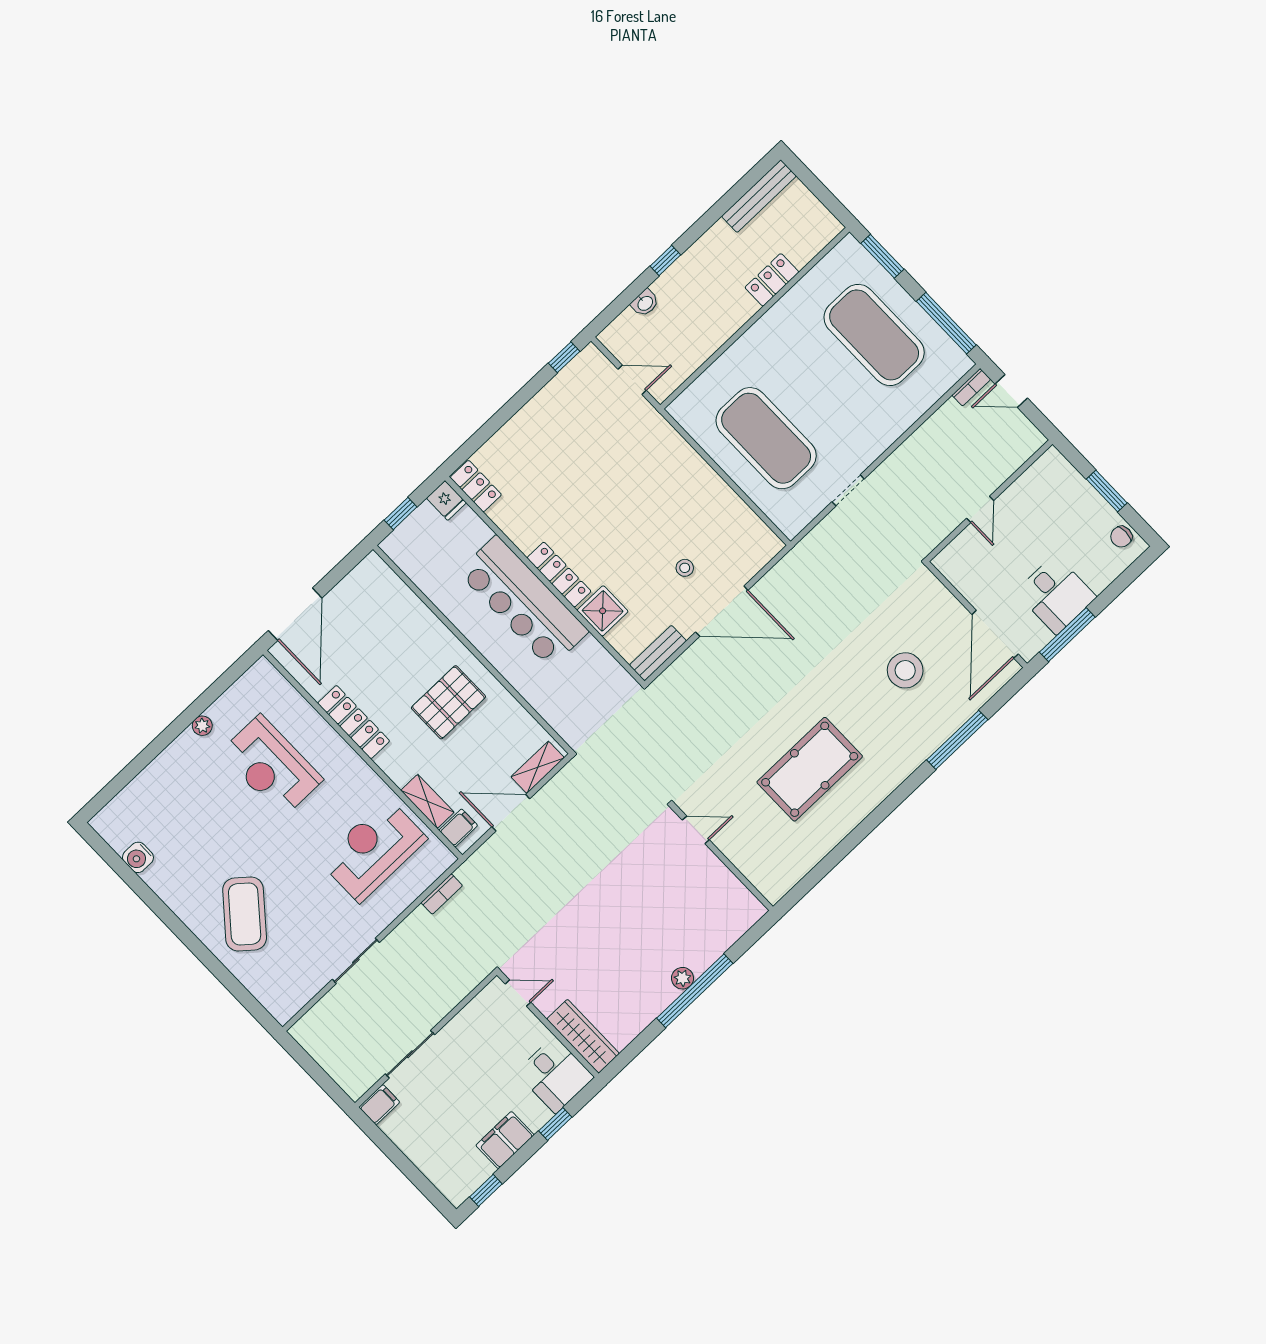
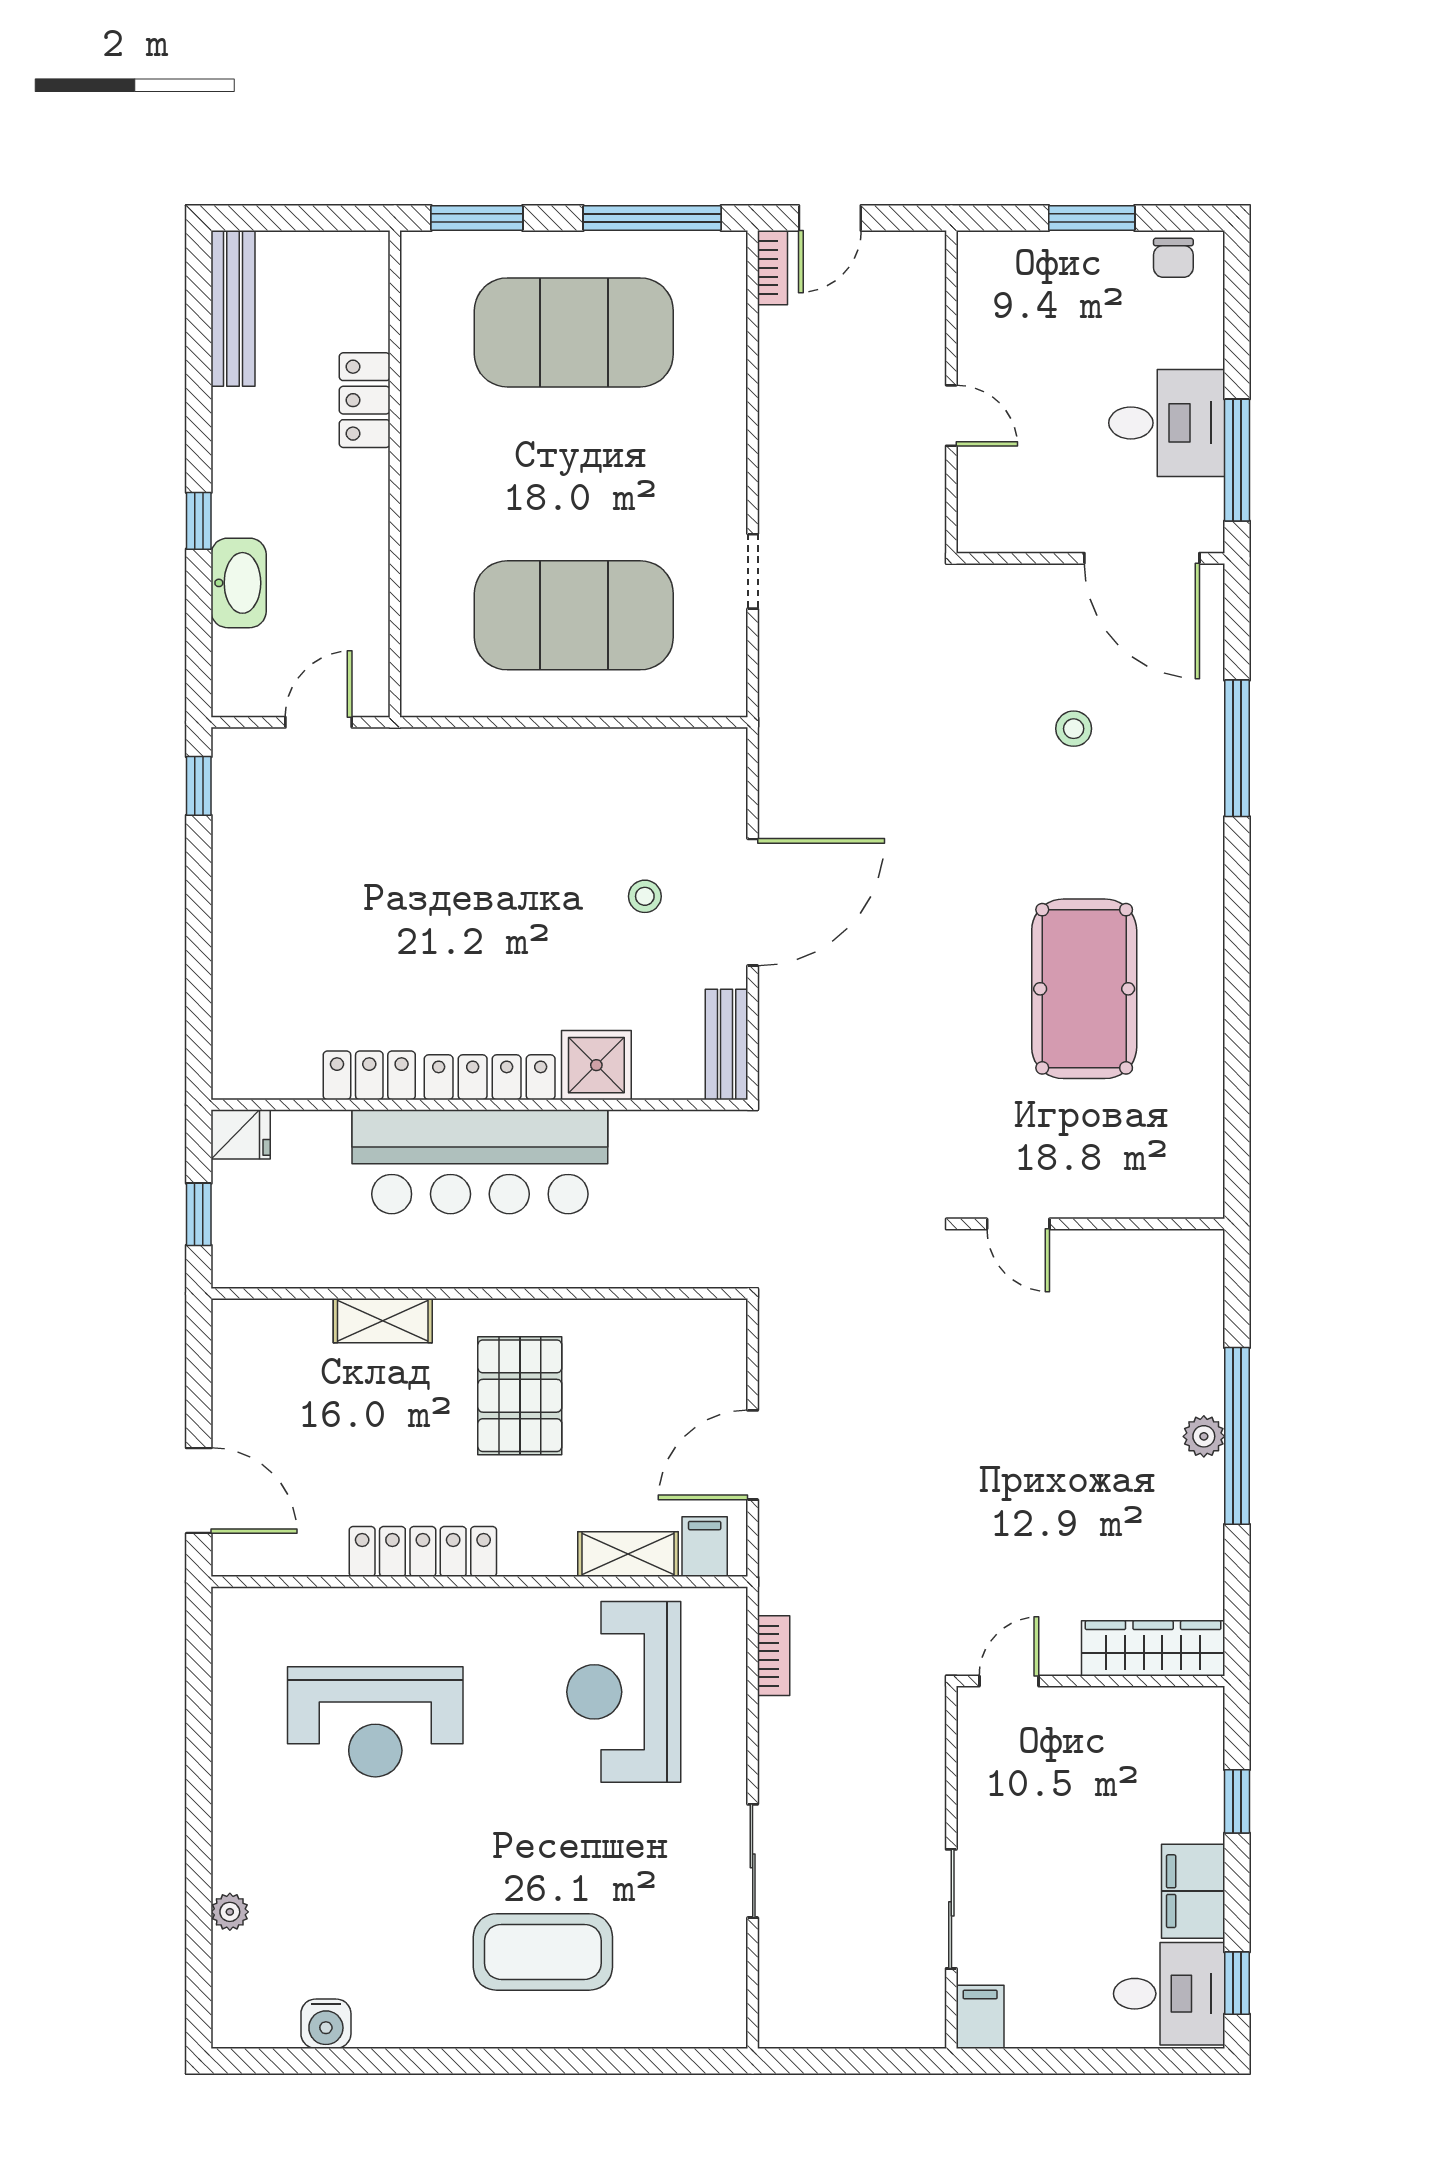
washbasin: (645, 303) -> (239, 583), width x1.91, depth x1.45
locker: (476, 486) -> (369, 1075), moved
door: (295, 614) -> (199, 1491), width x0.73
stool: (905, 670) -> (1074, 729), width x0.53, depth x0.53
plant: (202, 726) -> (230, 1912), moved
shelving: (538, 767) -> (383, 1321), moved, turned 90
door: (696, 830) -> (1018, 1224), swing flipped
coffee table: (245, 914) -> (543, 1952), turned -40
desk: (555, 1075) -> (1169, 1994), moved

